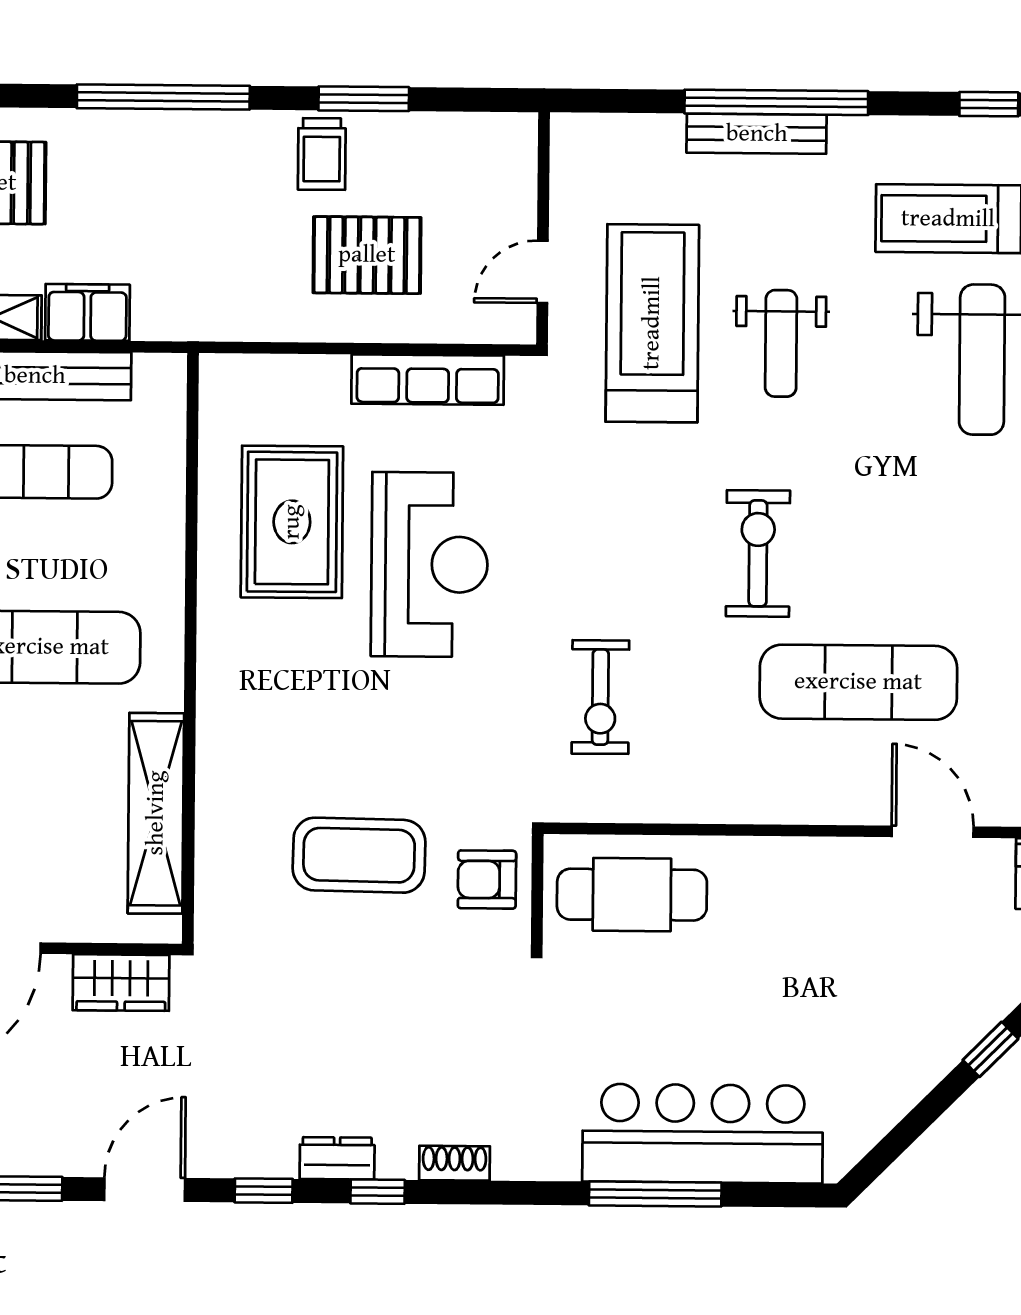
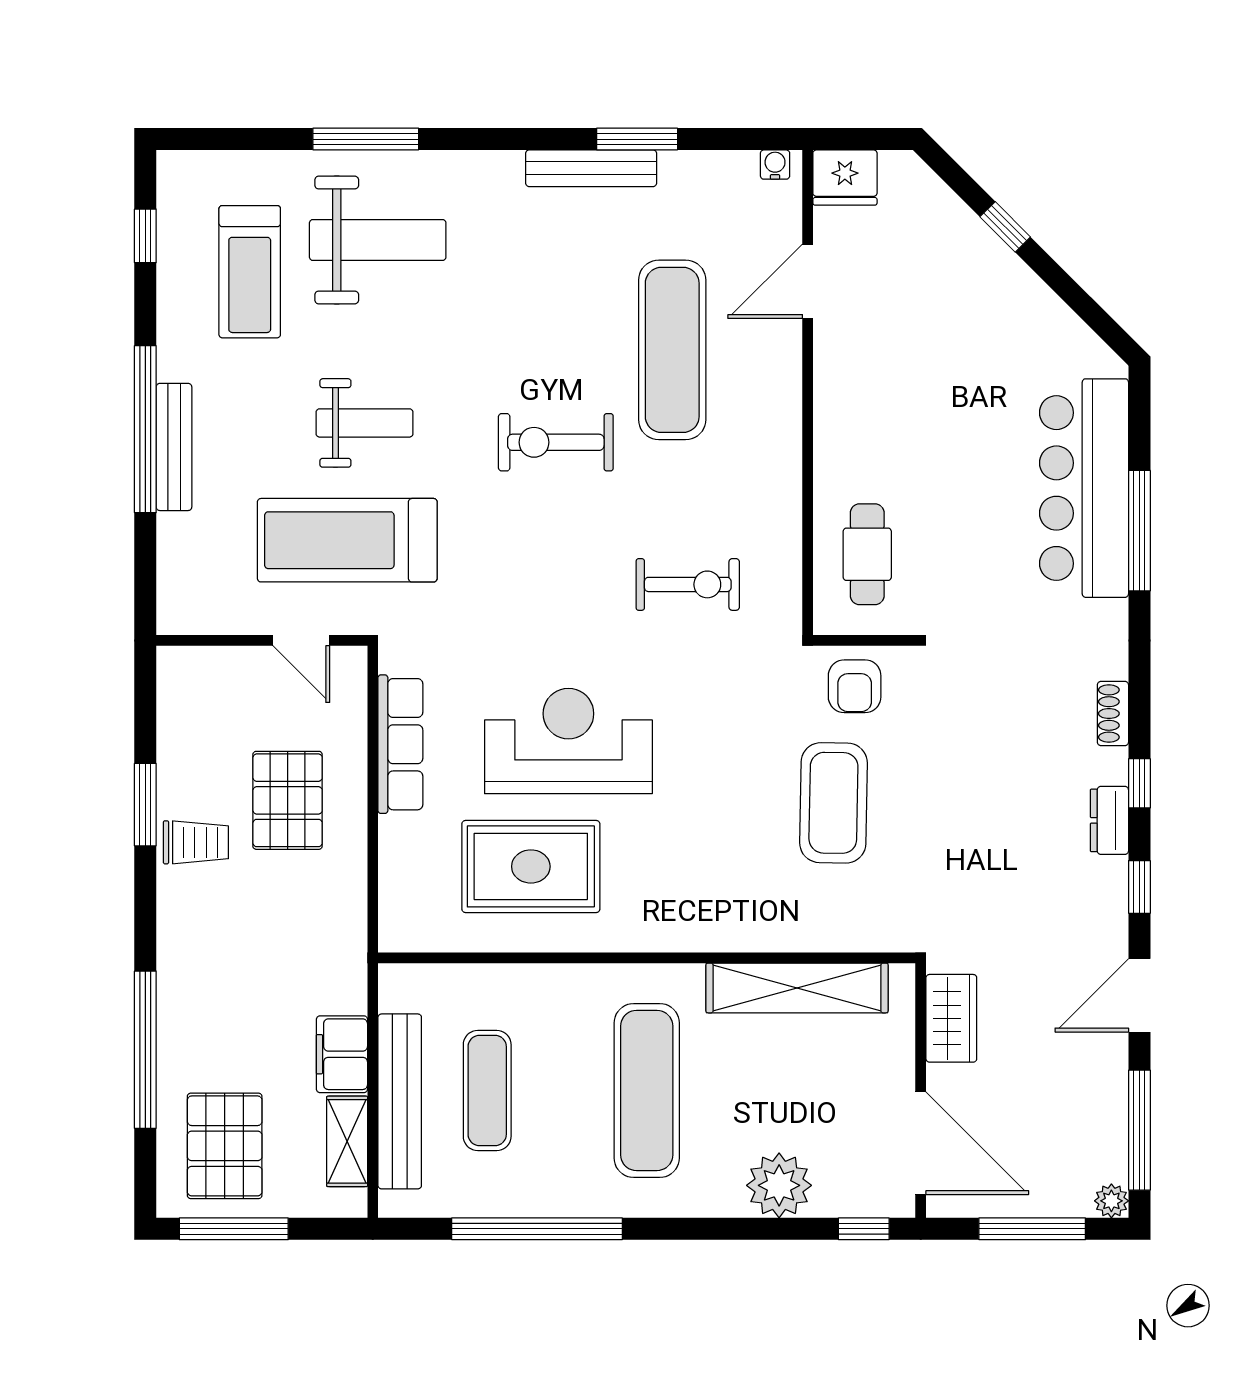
window: (163, 97) -> (145, 1050), moved
cafe table: (632, 895) -> (867, 554), width x0.73, depth x0.74
door: (145, 1190) -> (1139, 995), hinge flipped

